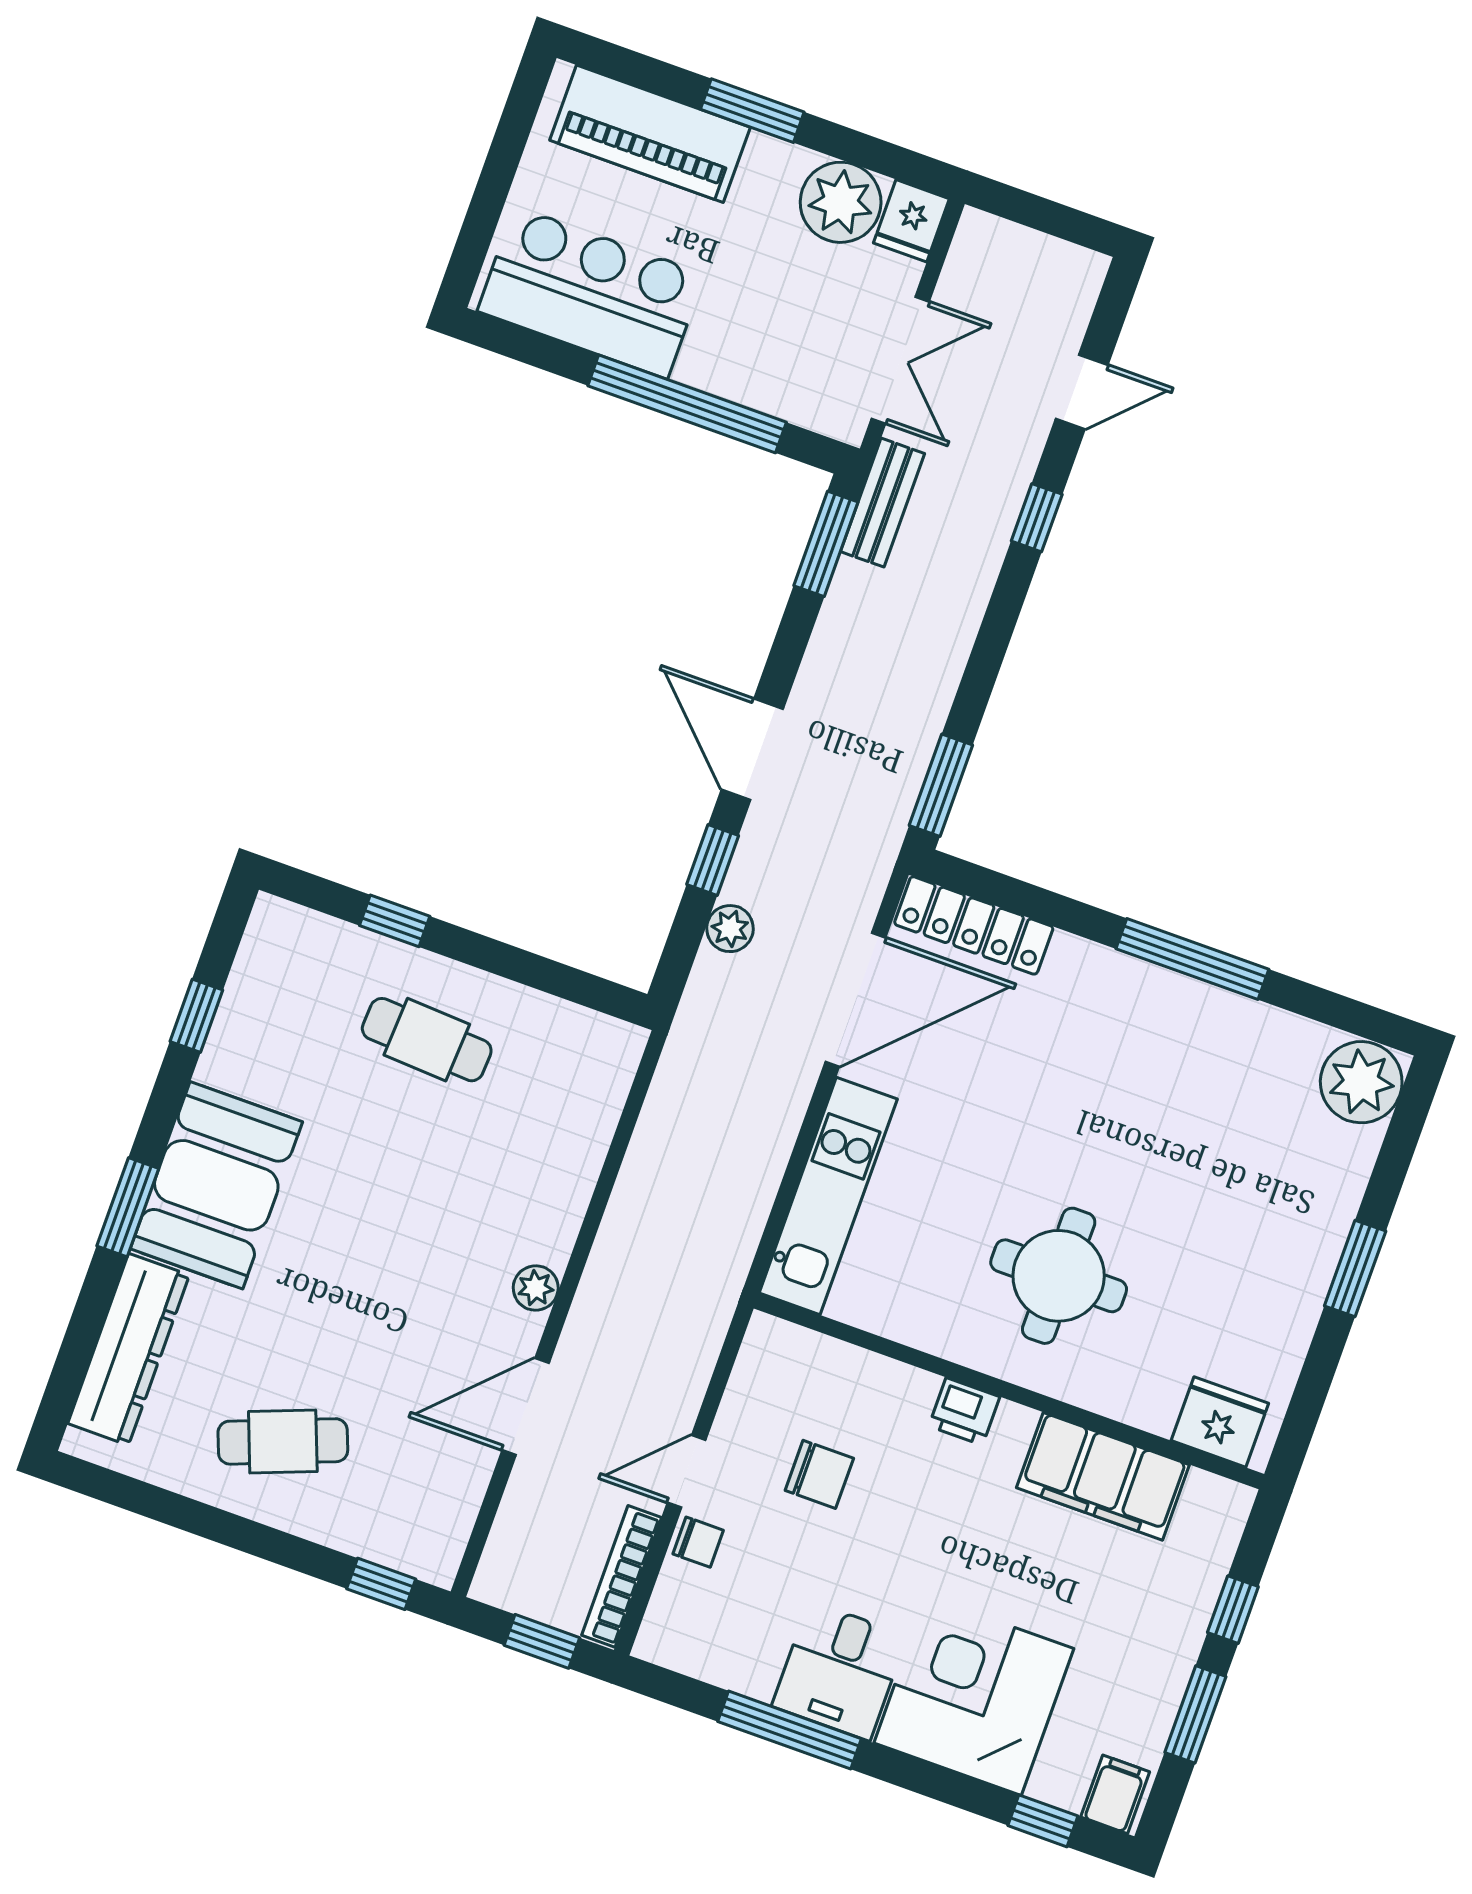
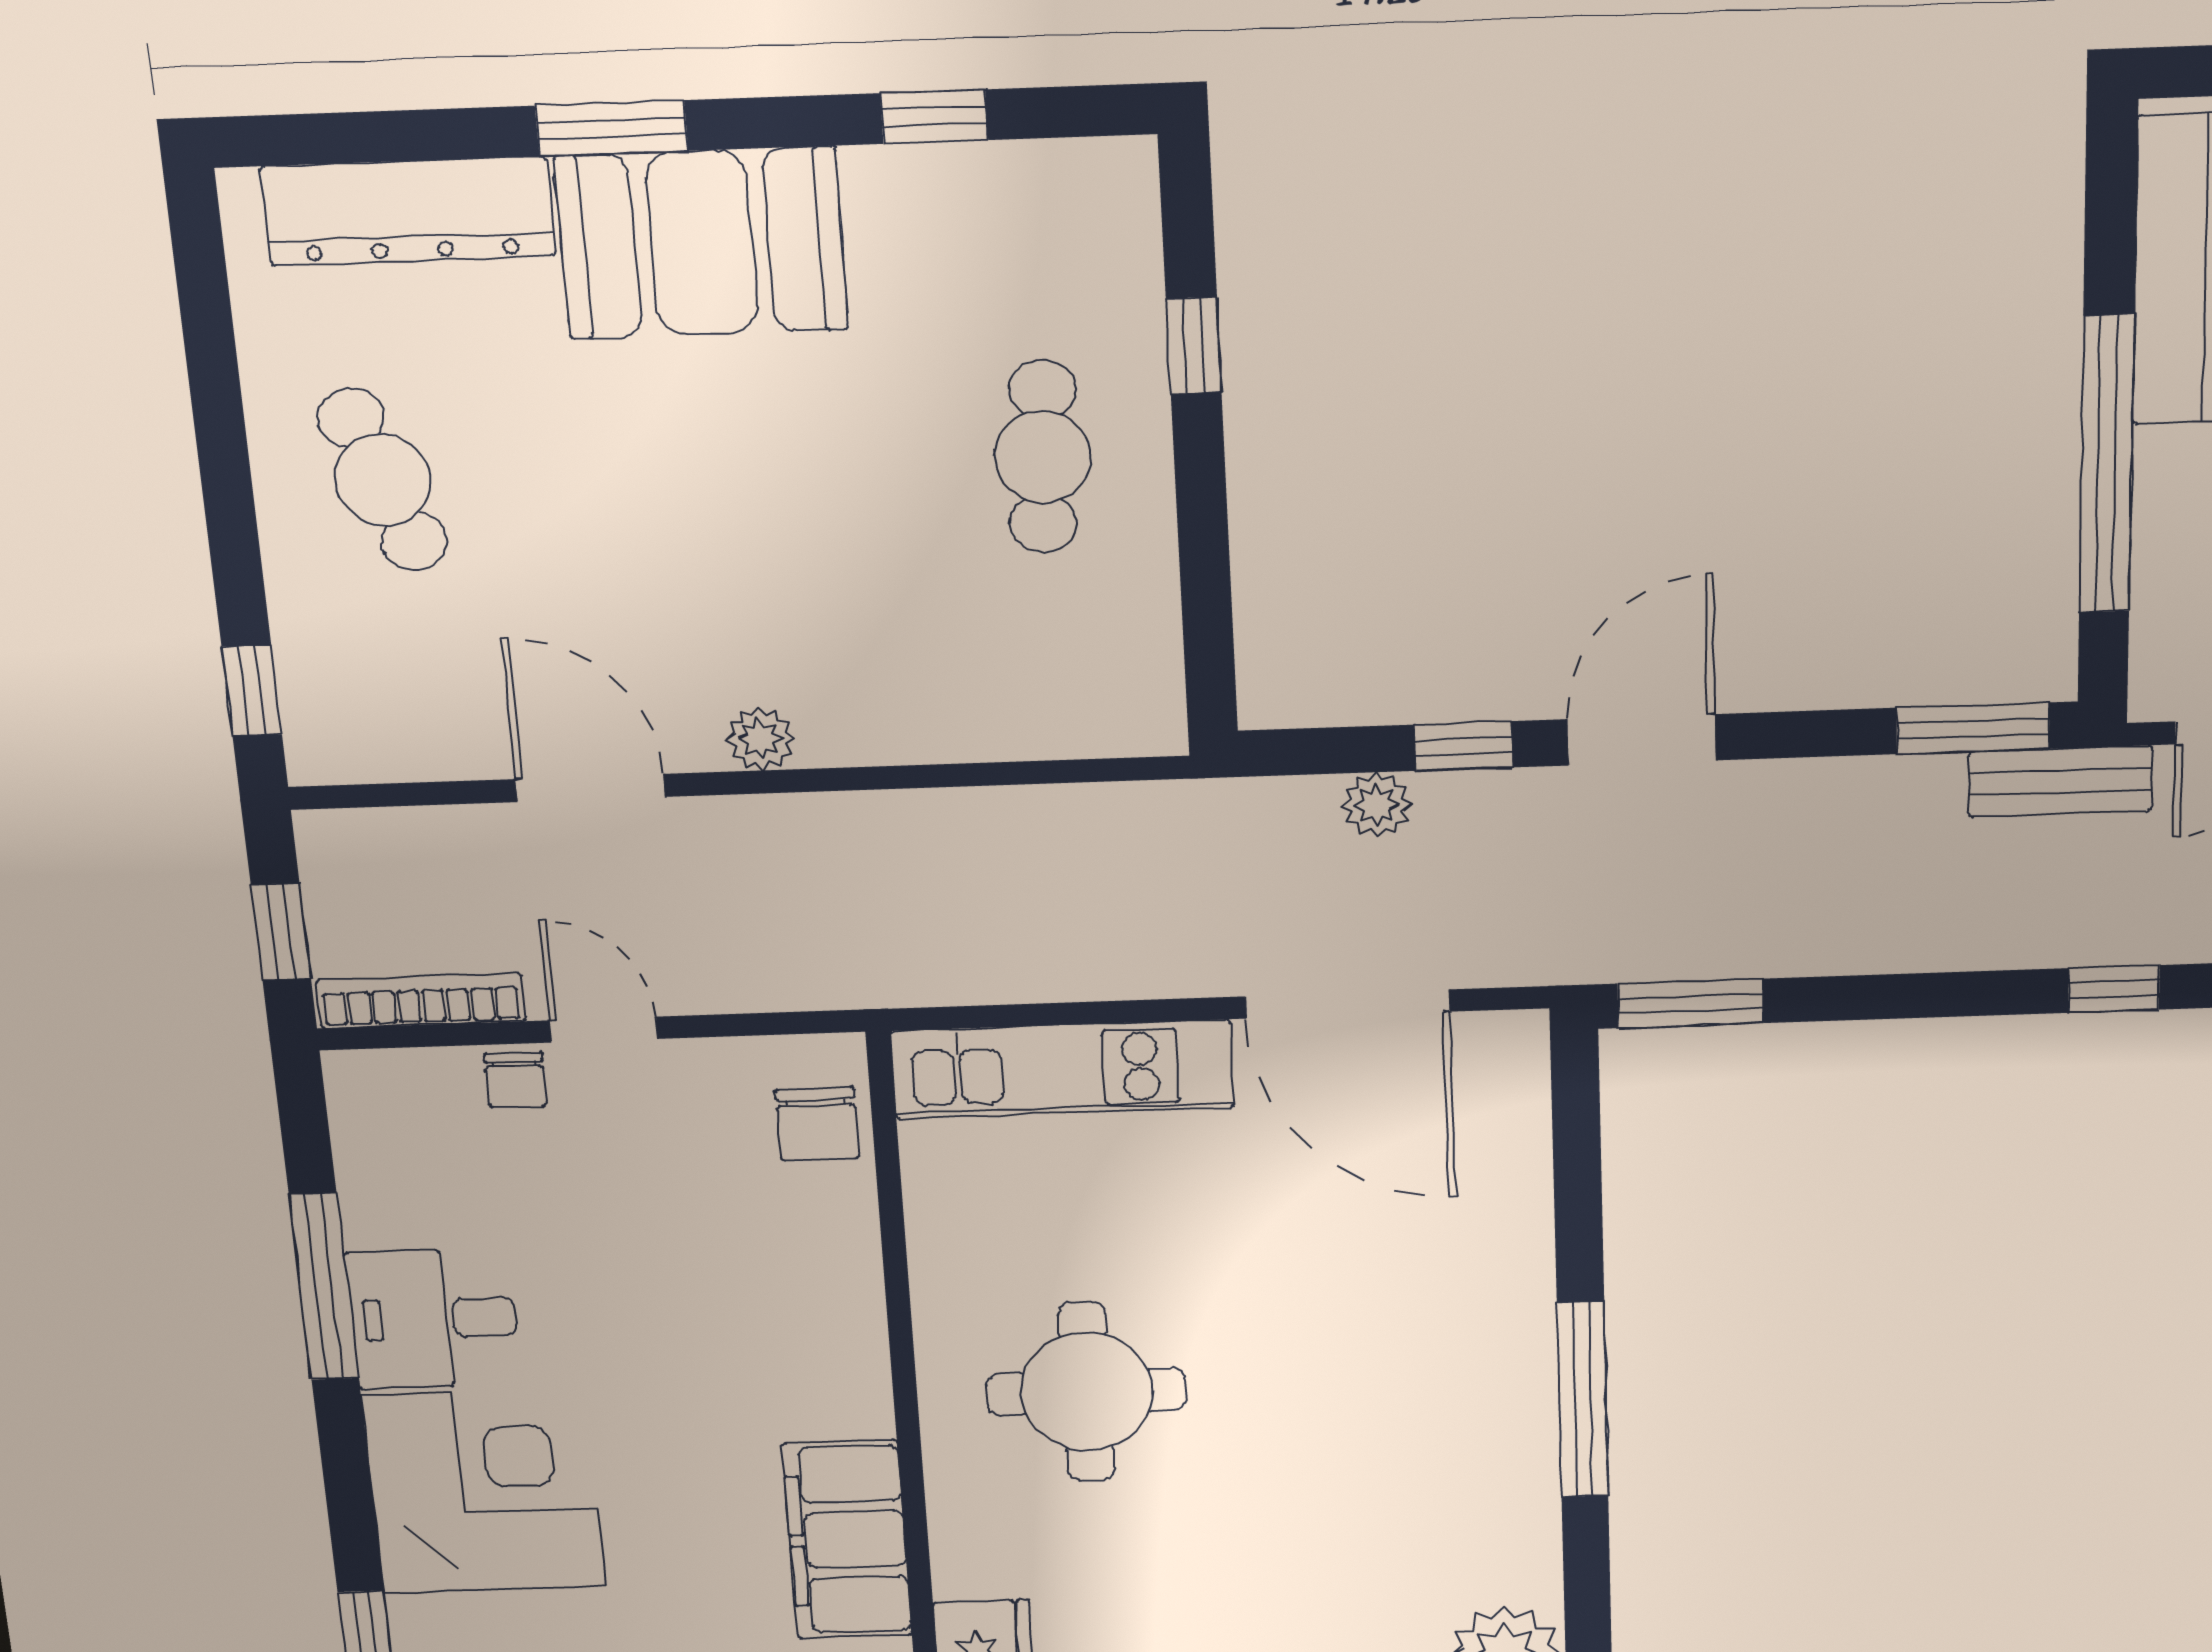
locker: (974, 925) -> (1514, 1116), removed
printer: (964, 1411) -> (852, 1344), removed
chair: (819, 1474) -> (817, 1124), moved

